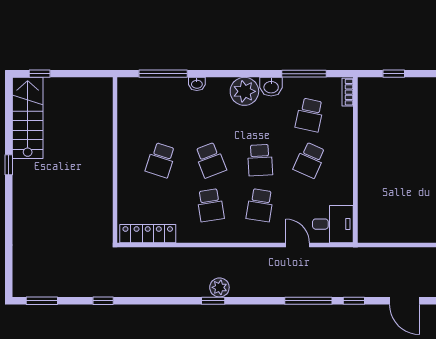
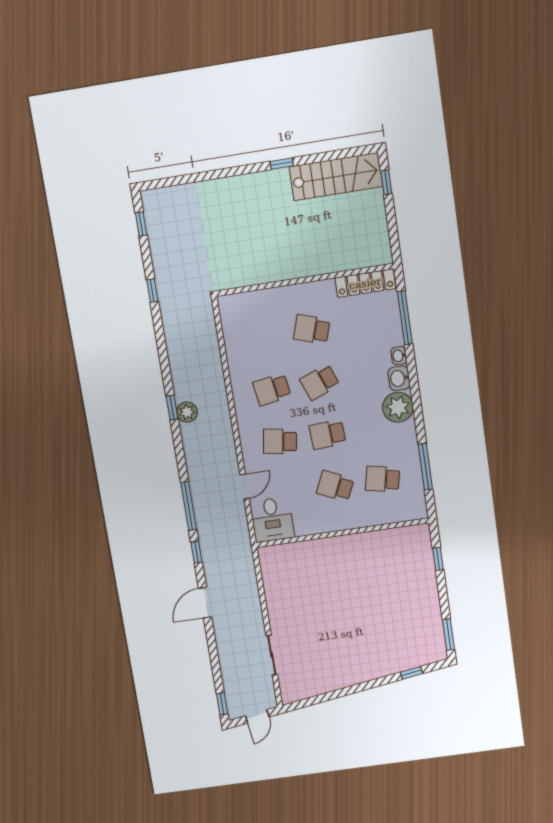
washbasin: (271, 87) -> (399, 378), moved
bookcase: (348, 92) -> (412, 515), removed
locker: (148, 234) -> (365, 283), moved, turned 90
window: (42, 301) -> (141, 224), width x0.67

